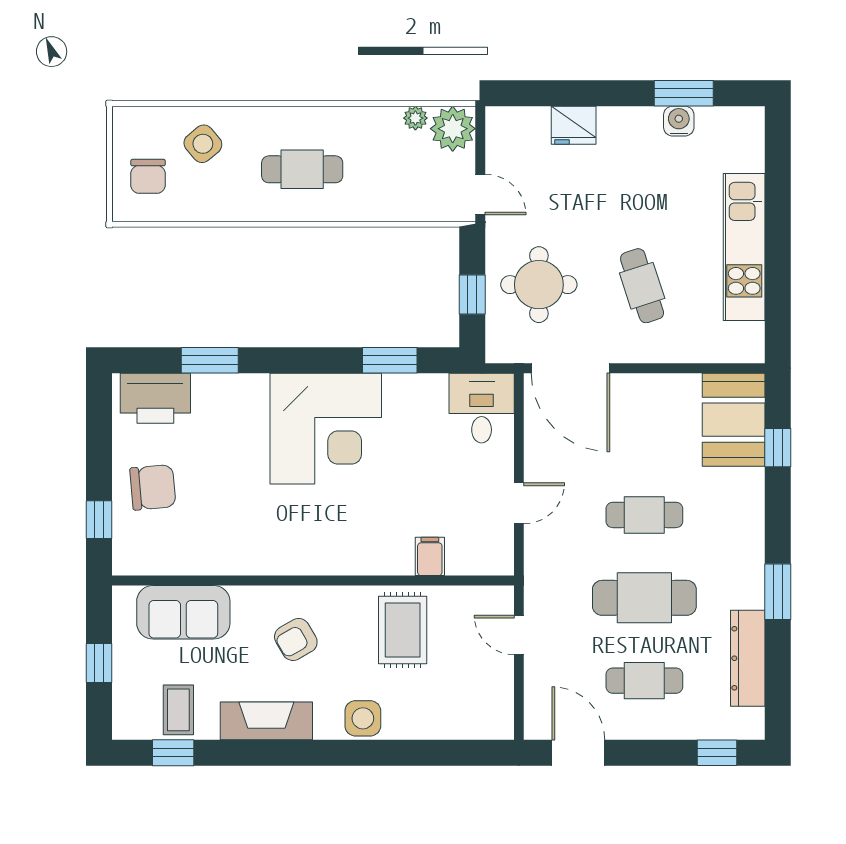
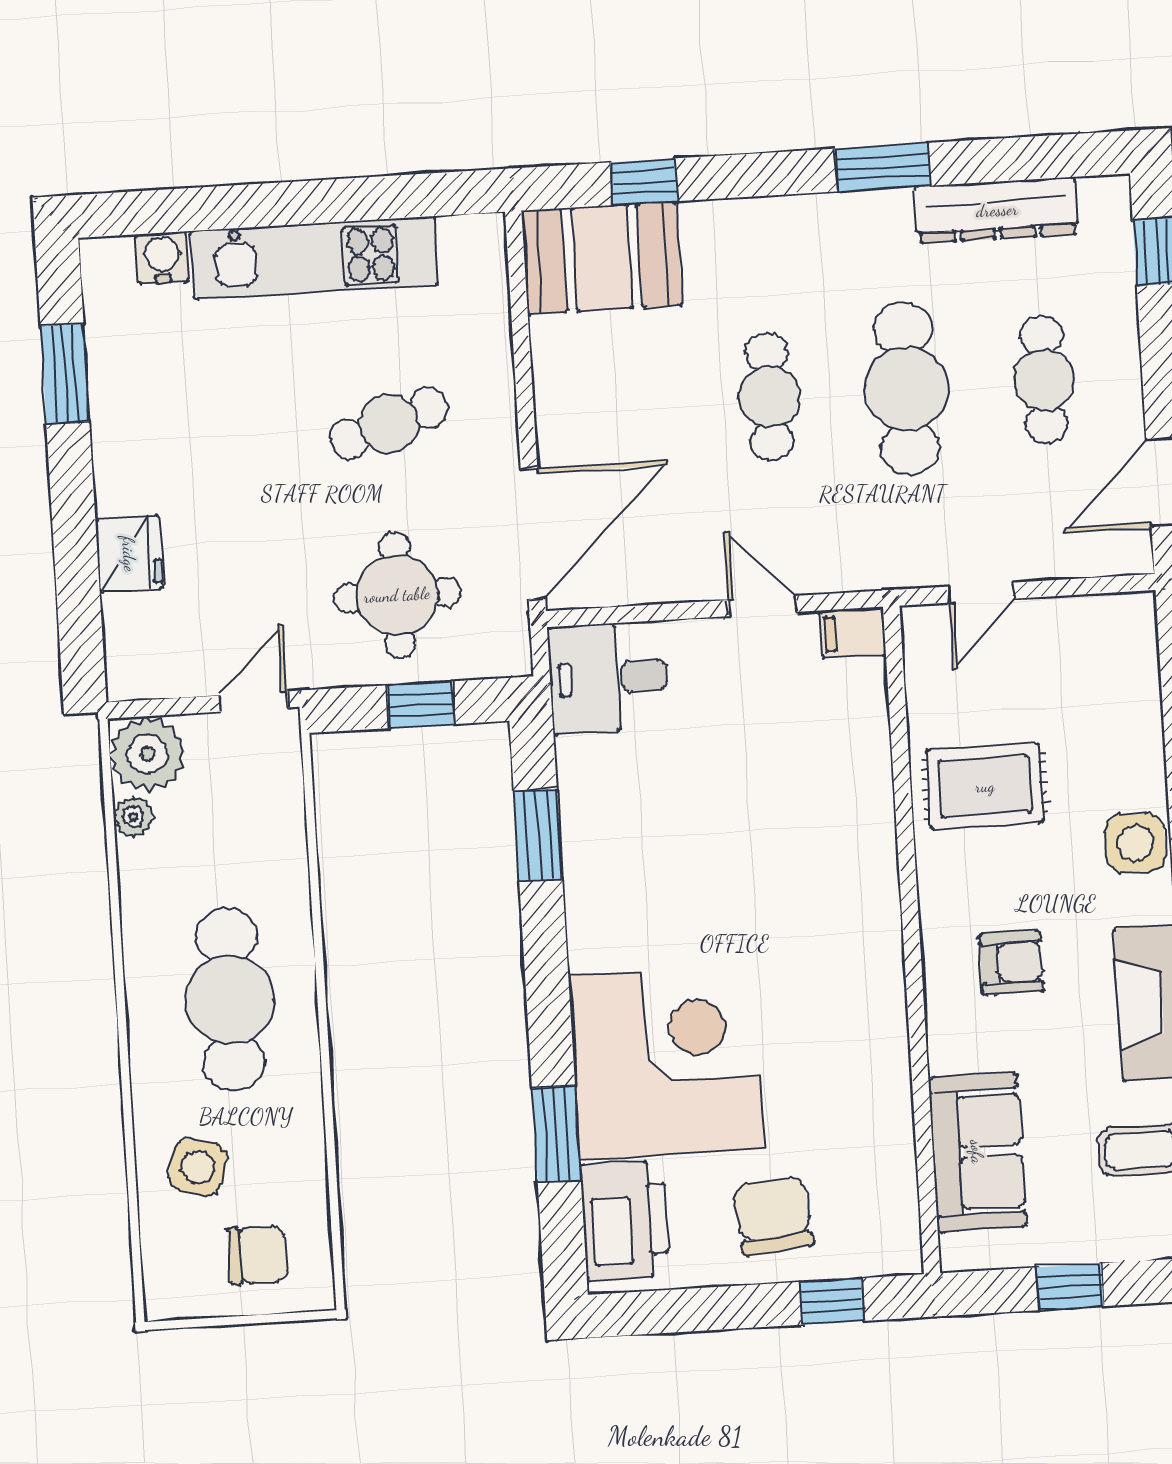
water cooler: (679, 121) -> (162, 258), moved, turned 90
side table: (203, 144) -> (198, 1167), turned -33
cafe table: (302, 169) -> (230, 1000), width x1.37, depth x1.35
corner desk: (326, 429) -> (666, 1062), moved
filing cabinet: (430, 556) -> (853, 633), moved
armchair: (296, 639) -> (1011, 962), turned -60

